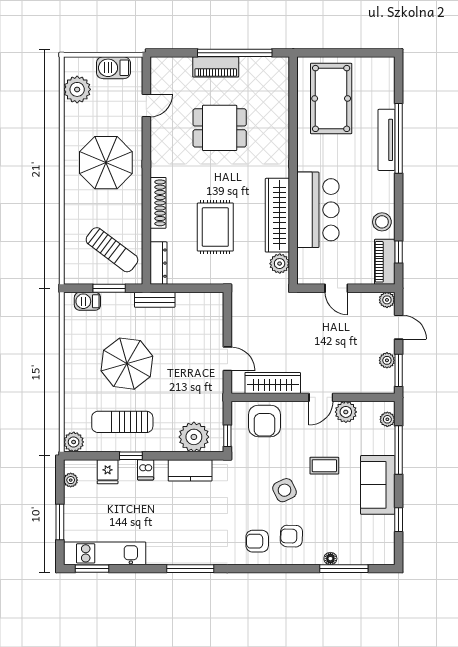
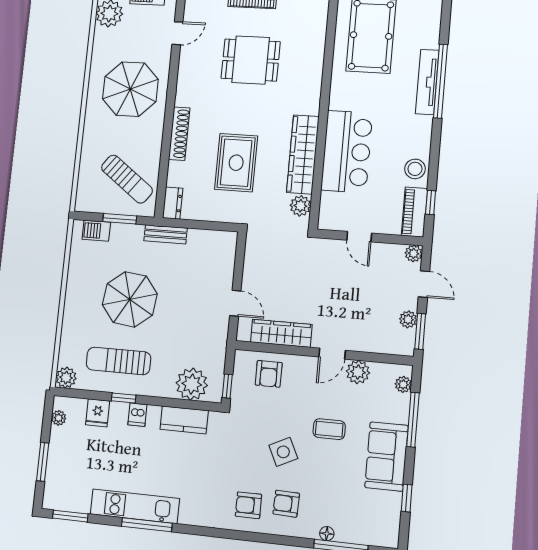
dresser: (158, 263) -> (173, 203), width x0.70
armchair: (264, 421) -> (269, 374), width x0.72, depth x0.72
kitchen unit: (105, 553) -> (135, 506), moved
window: (190, 569) -> (147, 525), moved

